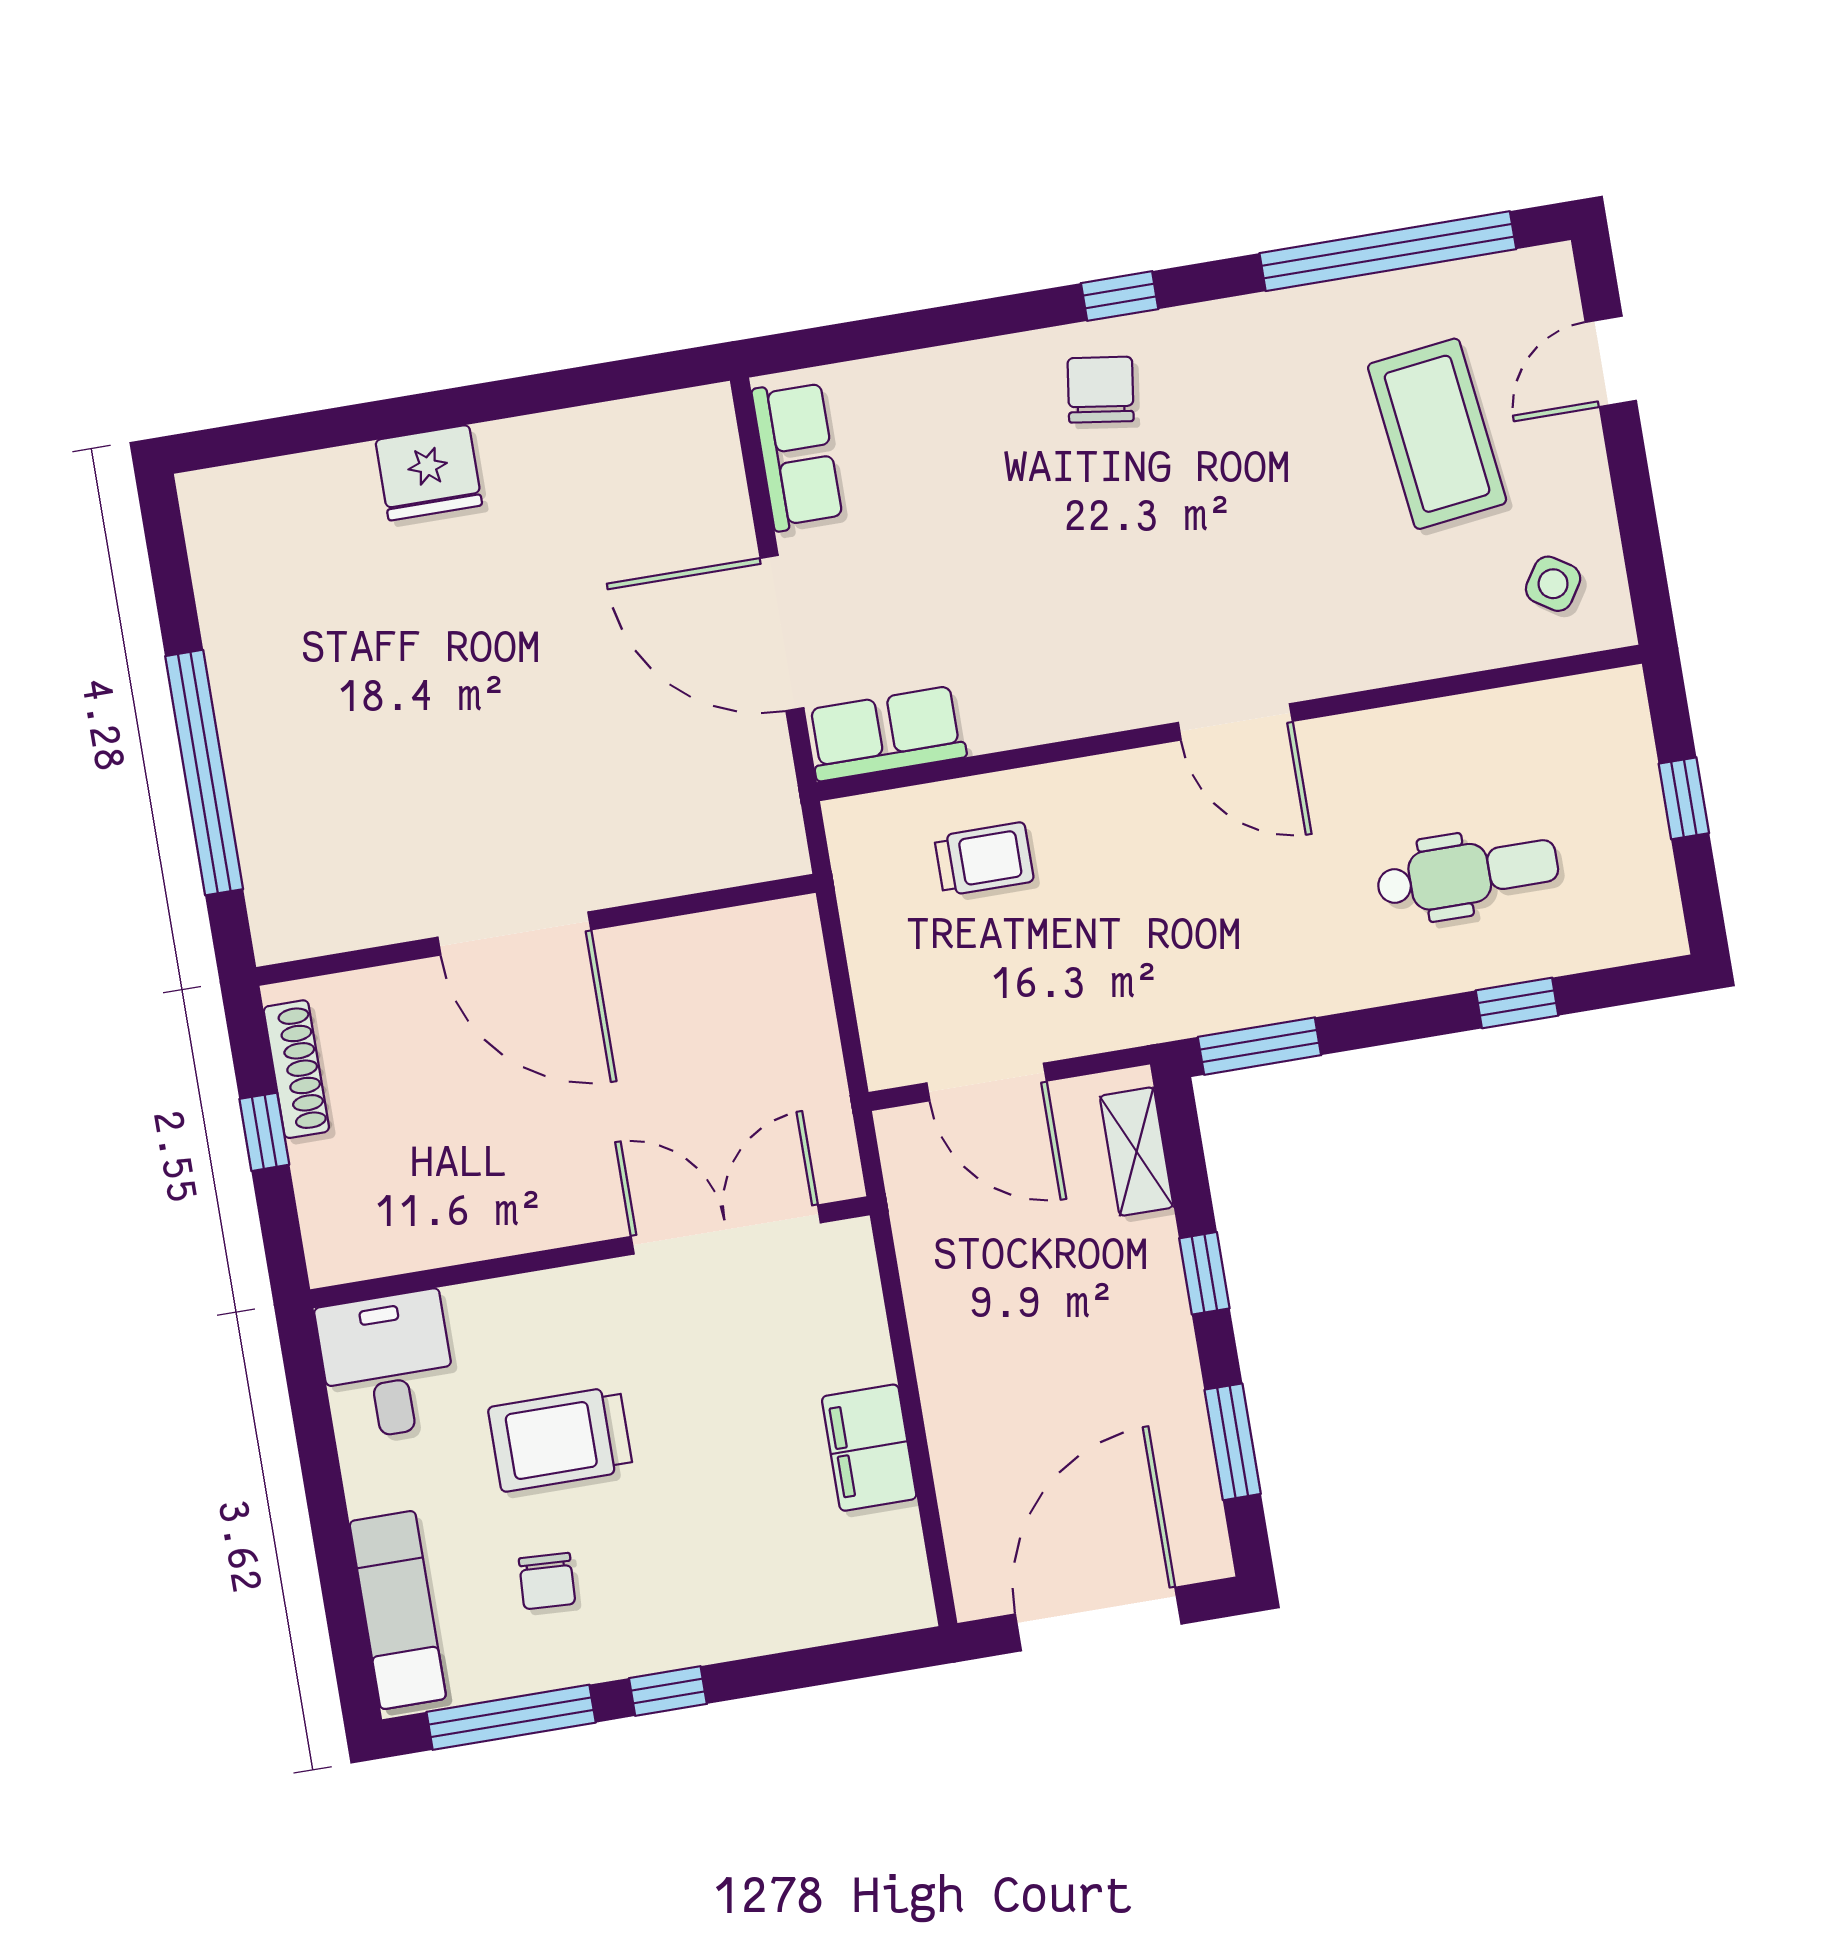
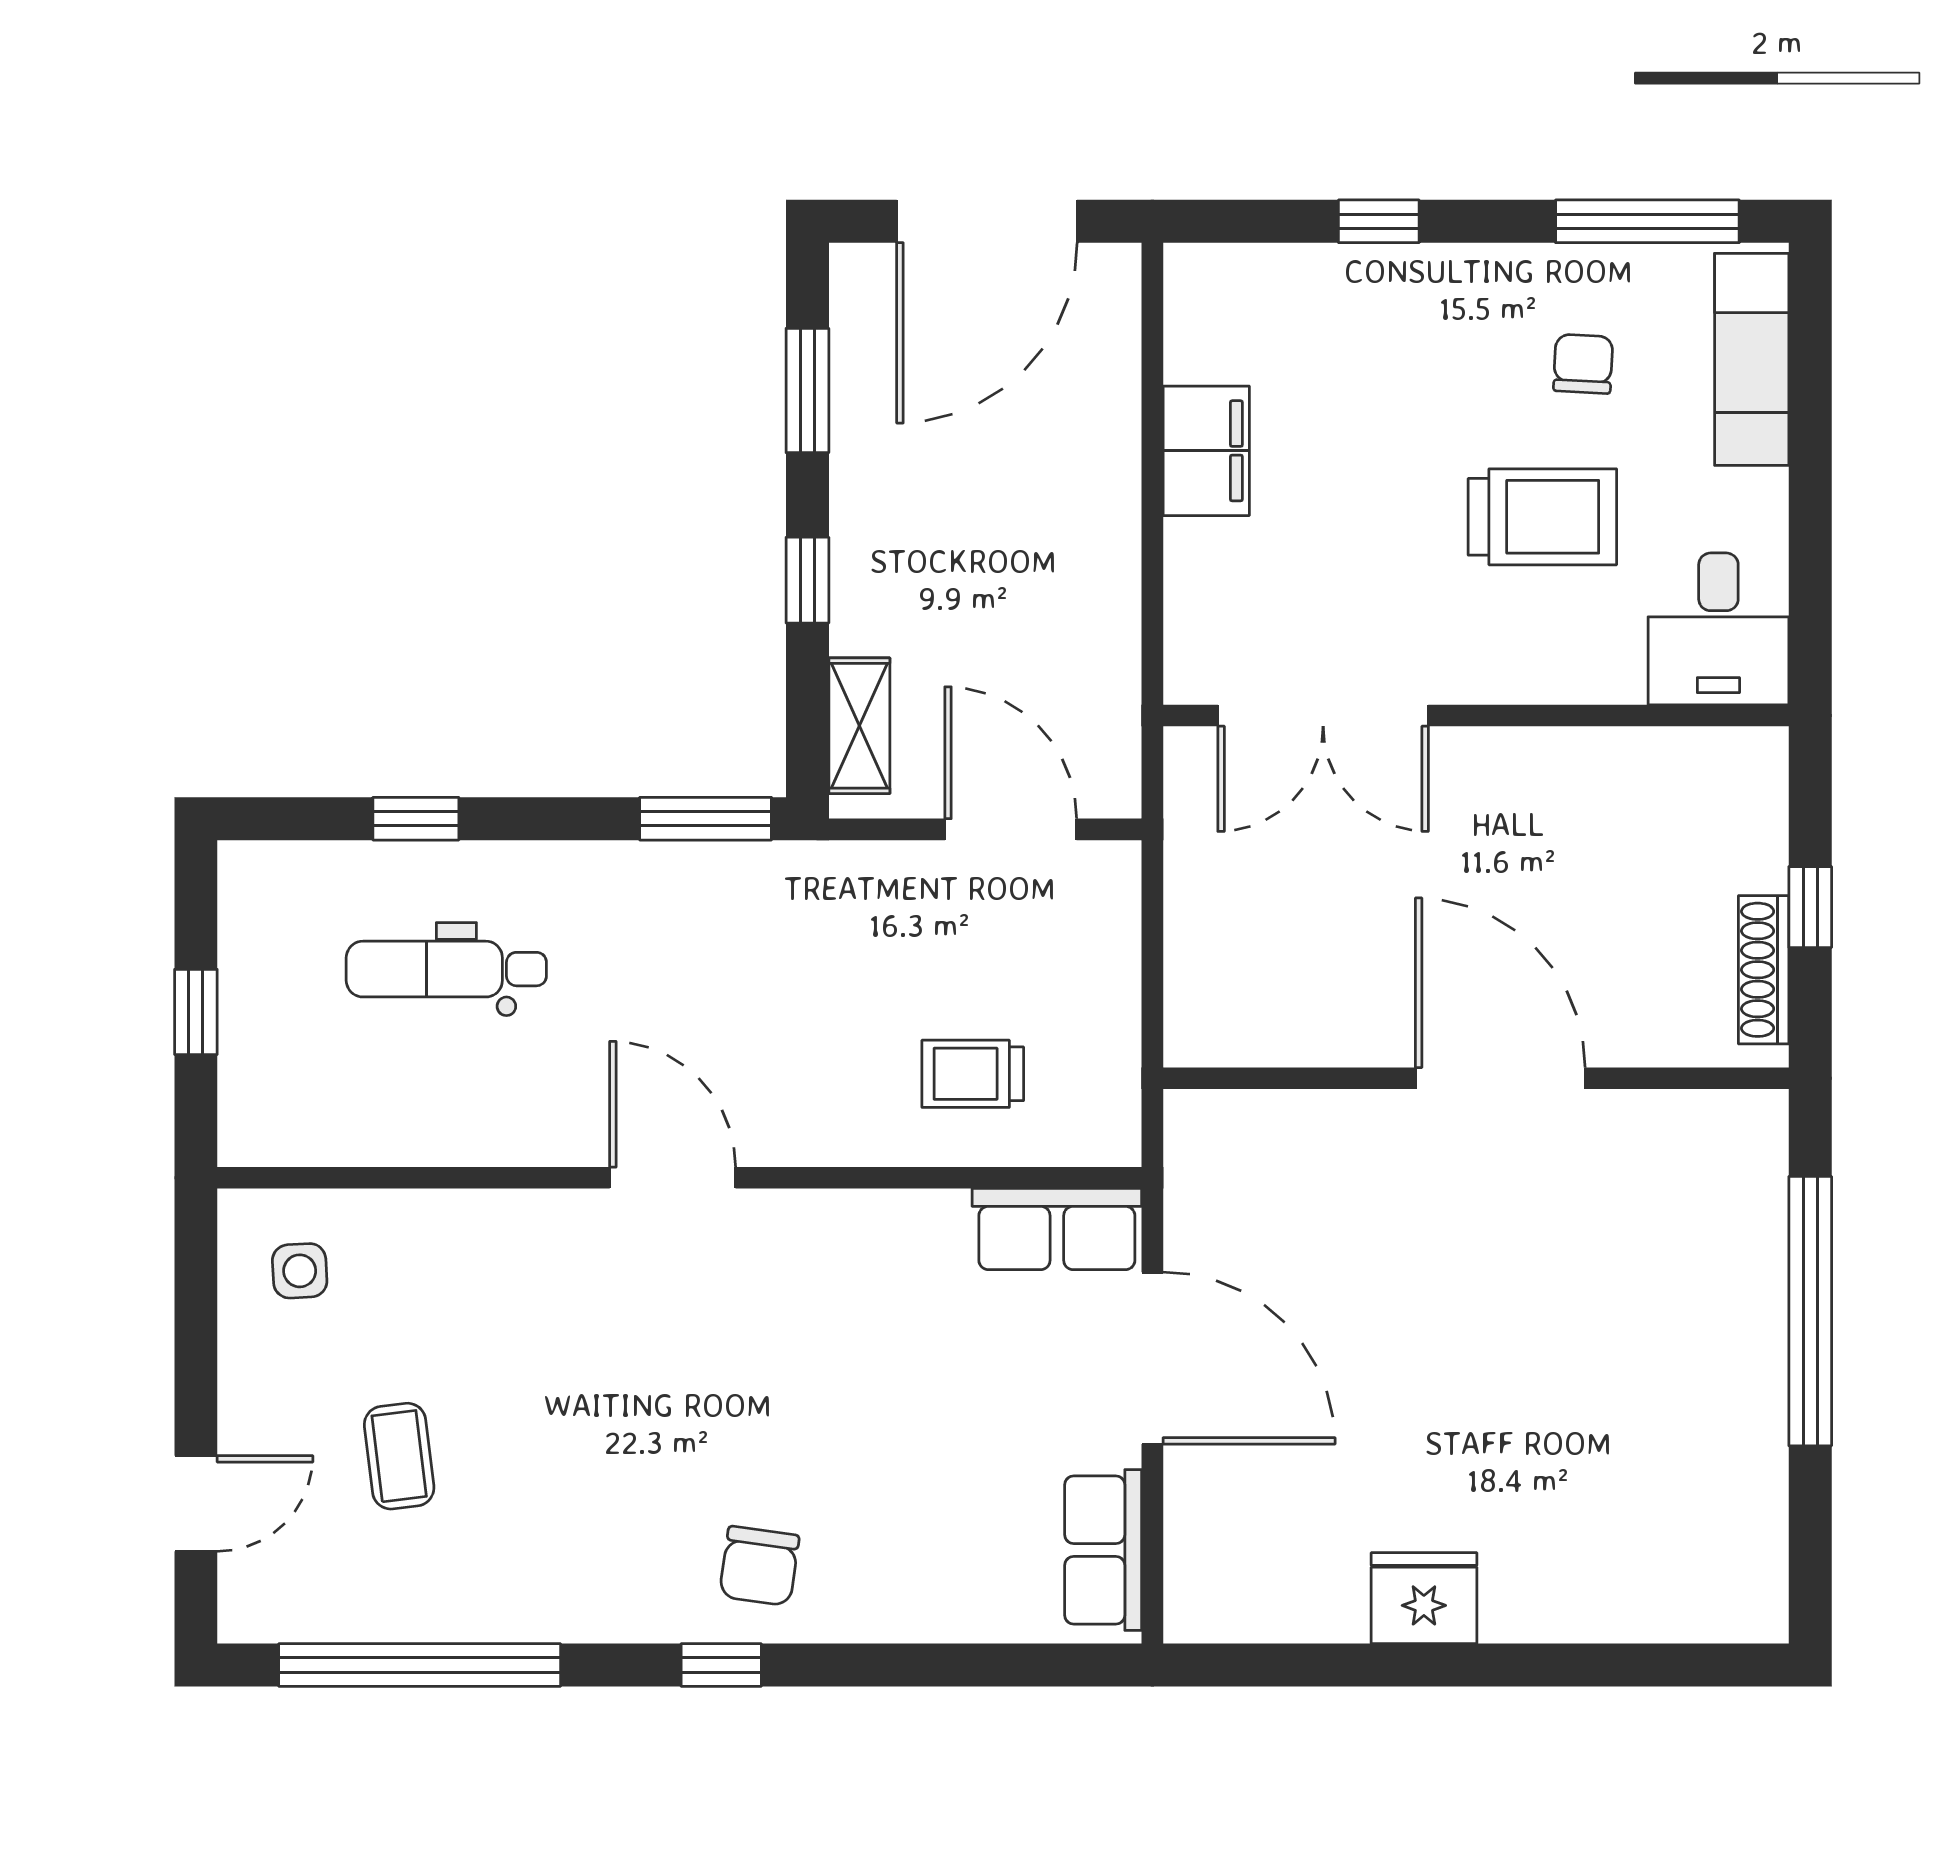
coffee table: (1437, 434) -> (399, 1456), width x0.54, depth x0.58
fridge: (429, 473) -> (1424, 1598), moved
side table: (1553, 584) -> (300, 1271), turned -36
window: (668, 1691) -> (1379, 221), moved

